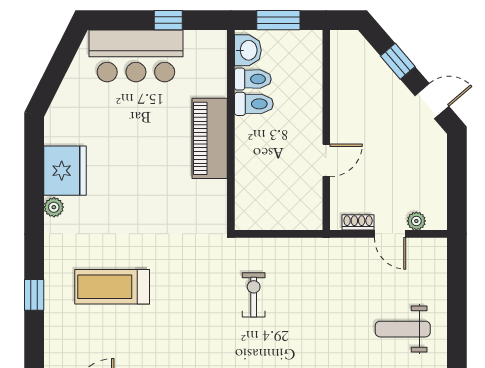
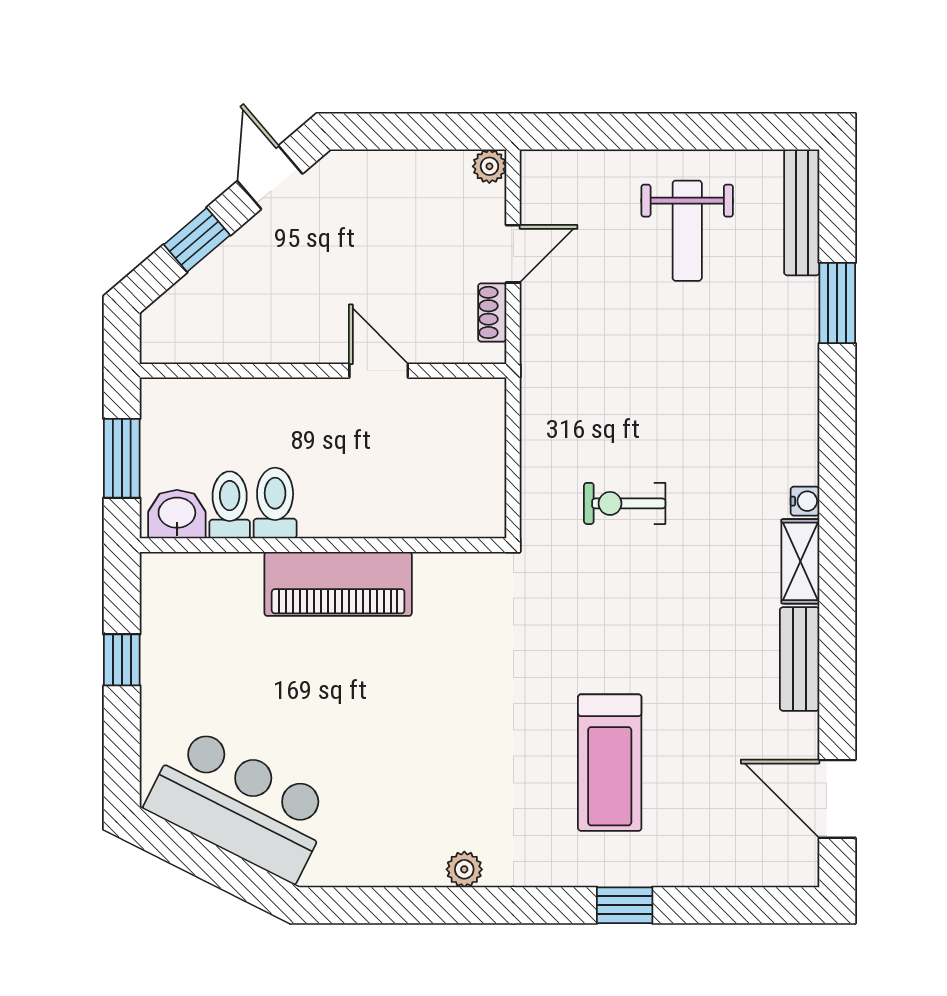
bar counter: (136, 56) -> (240, 804), moved, turned -63
fridge: (65, 171) -> (397, 849), removed
plant: (416, 221) -> (489, 166), moved

